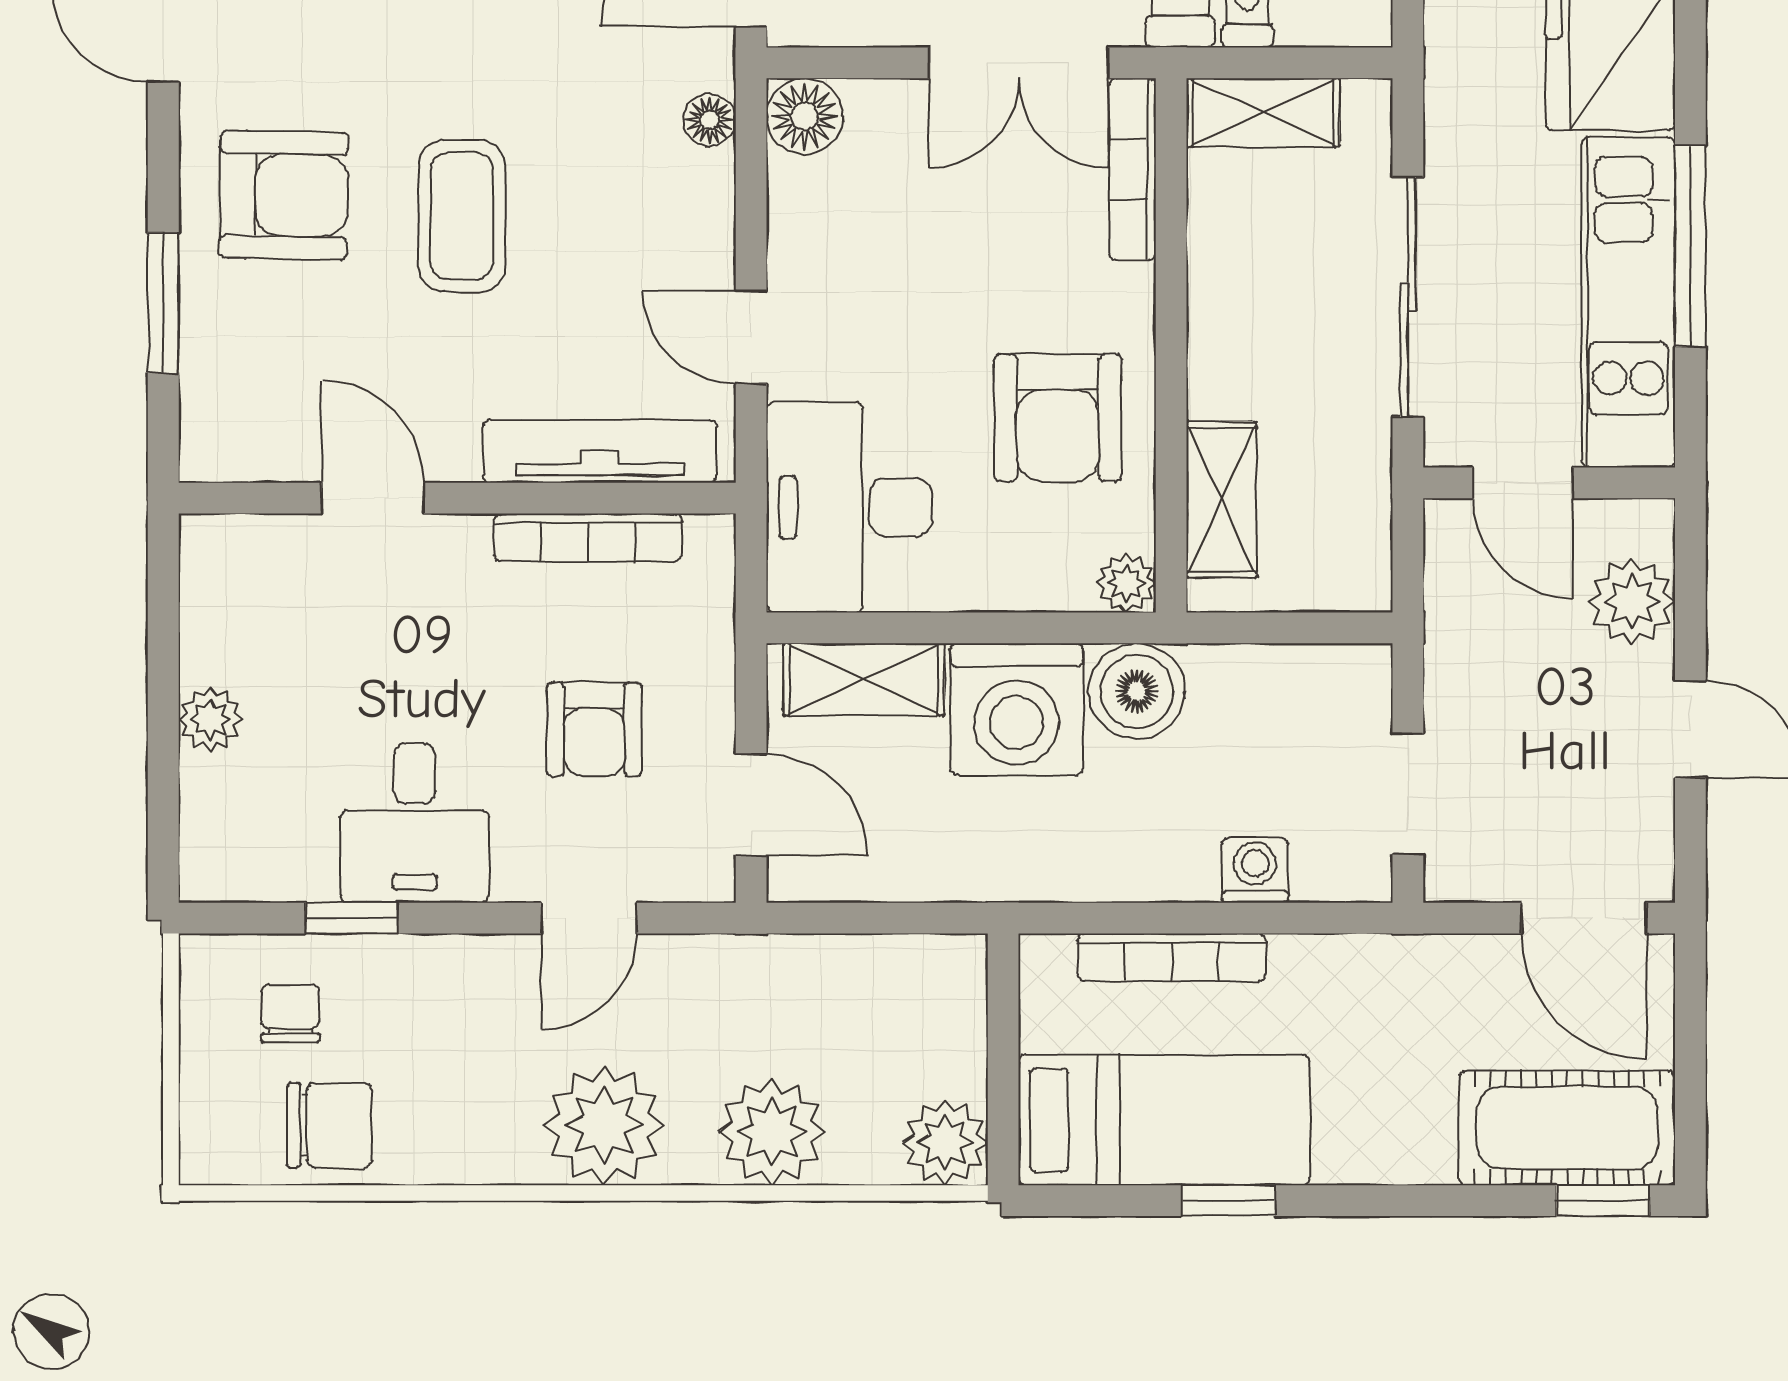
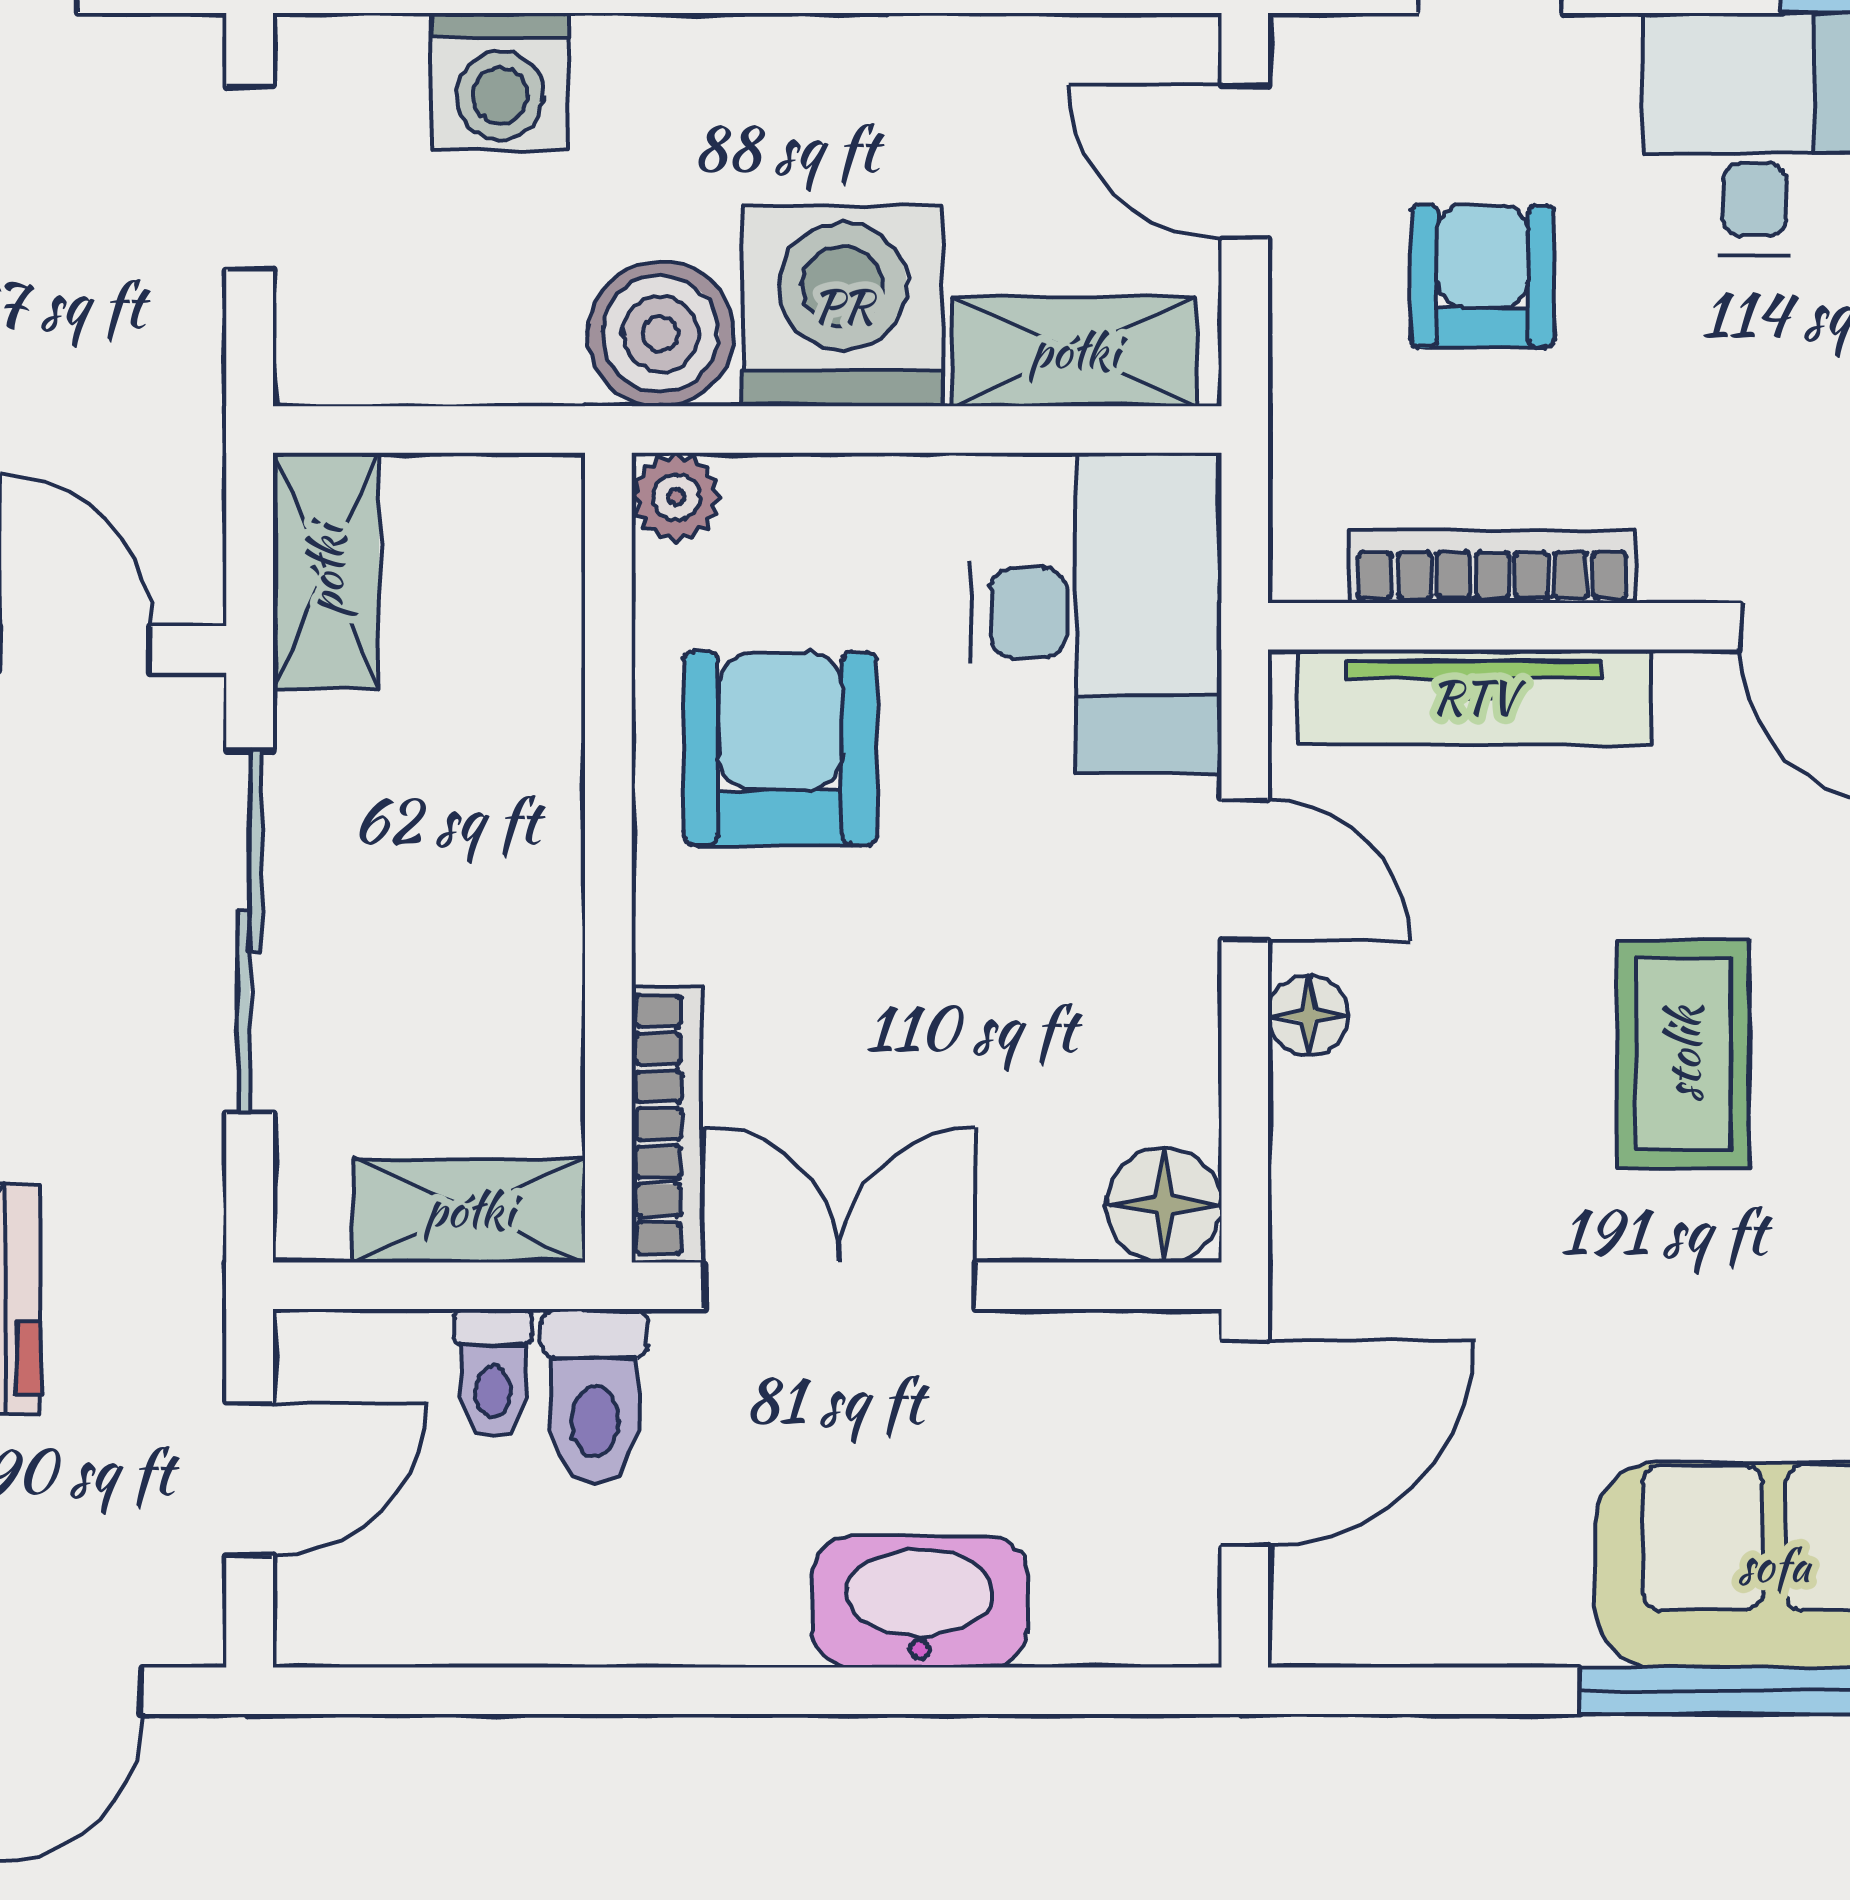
floor lamp: (709, 120) -> (1308, 1015), moved
shelving: (1221, 500) -> (326, 571), moved
washing machine: (1255, 870) -> (500, 82), width x1.38, depth x1.38

